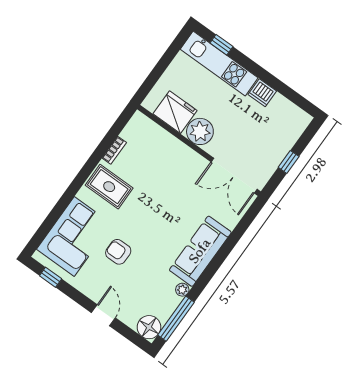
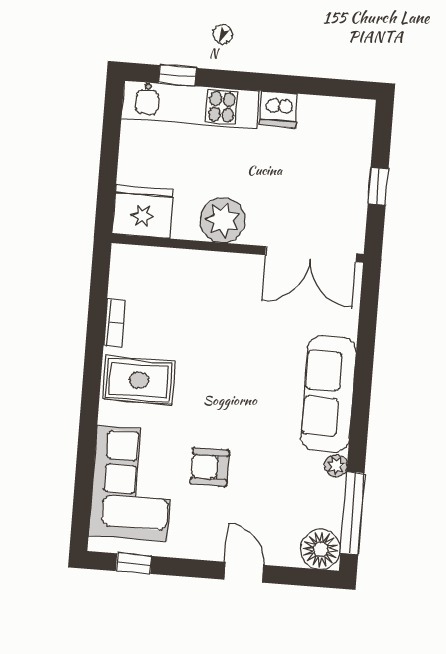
fridge: (175, 112) -> (143, 212), moved

